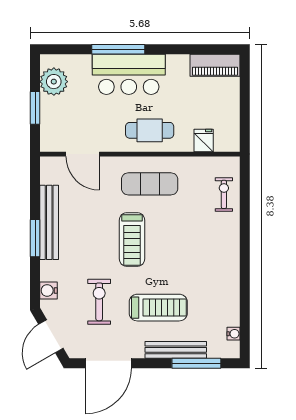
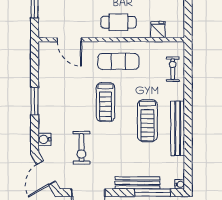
bench: (49, 222) -> (178, 128), moved
exercise bike: (99, 302) -> (81, 148), turned 180
treadmill: (158, 308) -> (147, 121), moved, turned 90
water cooler: (233, 334) -> (180, 184), moved

